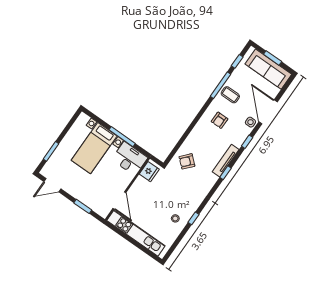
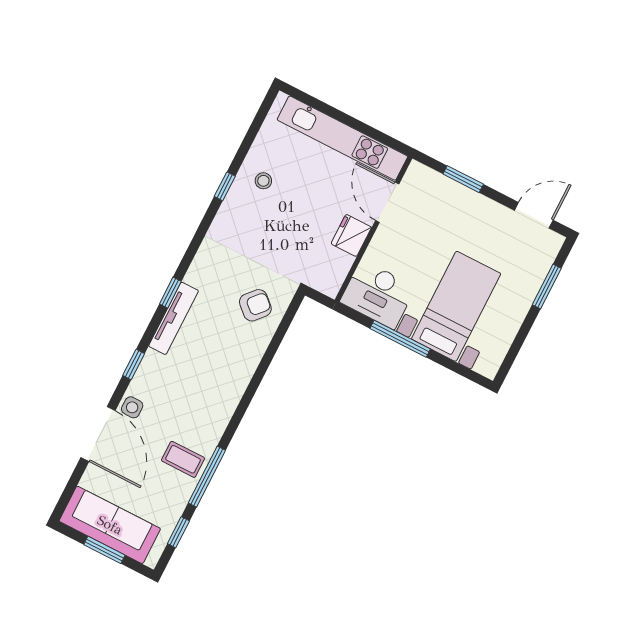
armchair: (220, 120) -> (198, 402), removed
fridge: (149, 172) -> (351, 235), moved

